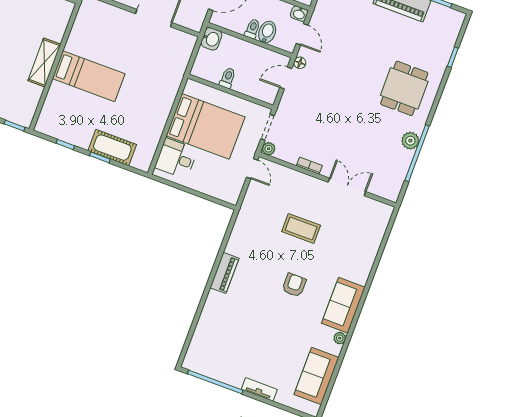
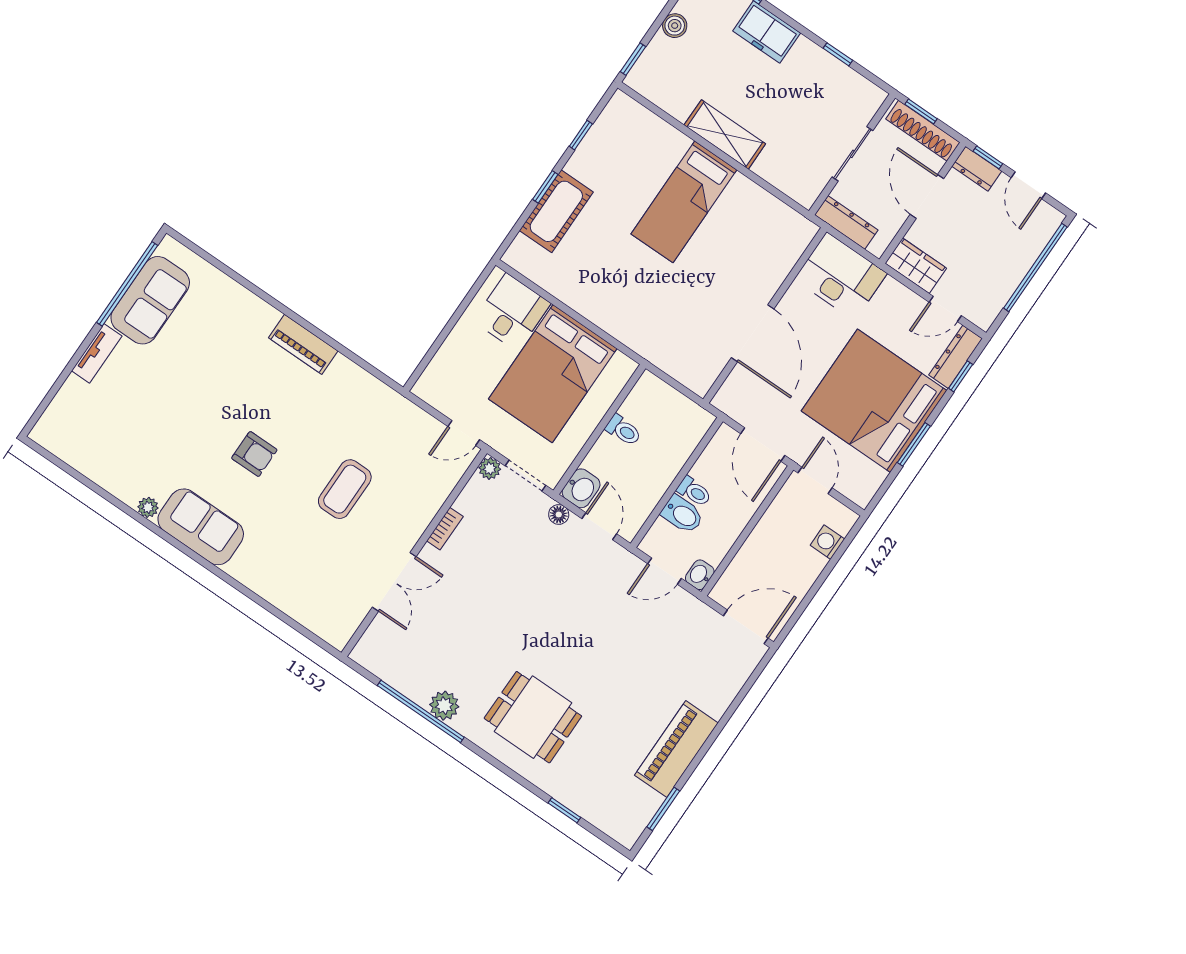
washbasin: (211, 39) -> (581, 488), moved, turned -90
floor lamp: (300, 63) -> (559, 514), moved
sofa: (317, 376) -> (150, 300), moved, turned 90

